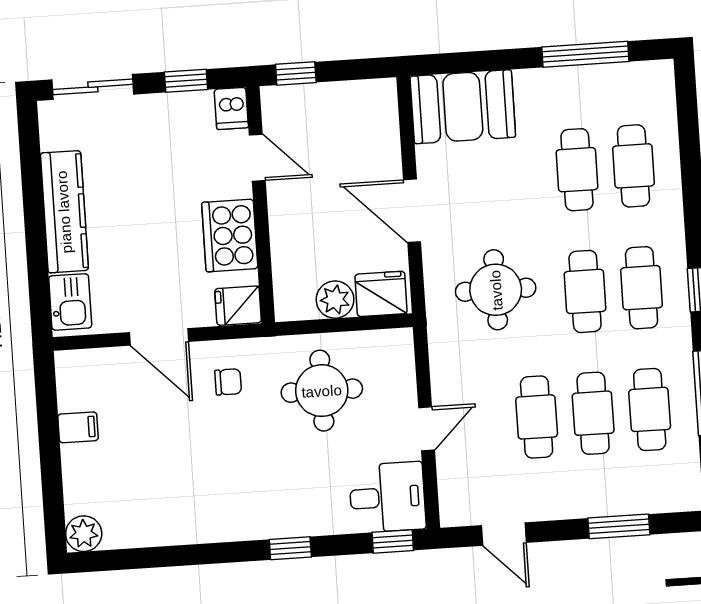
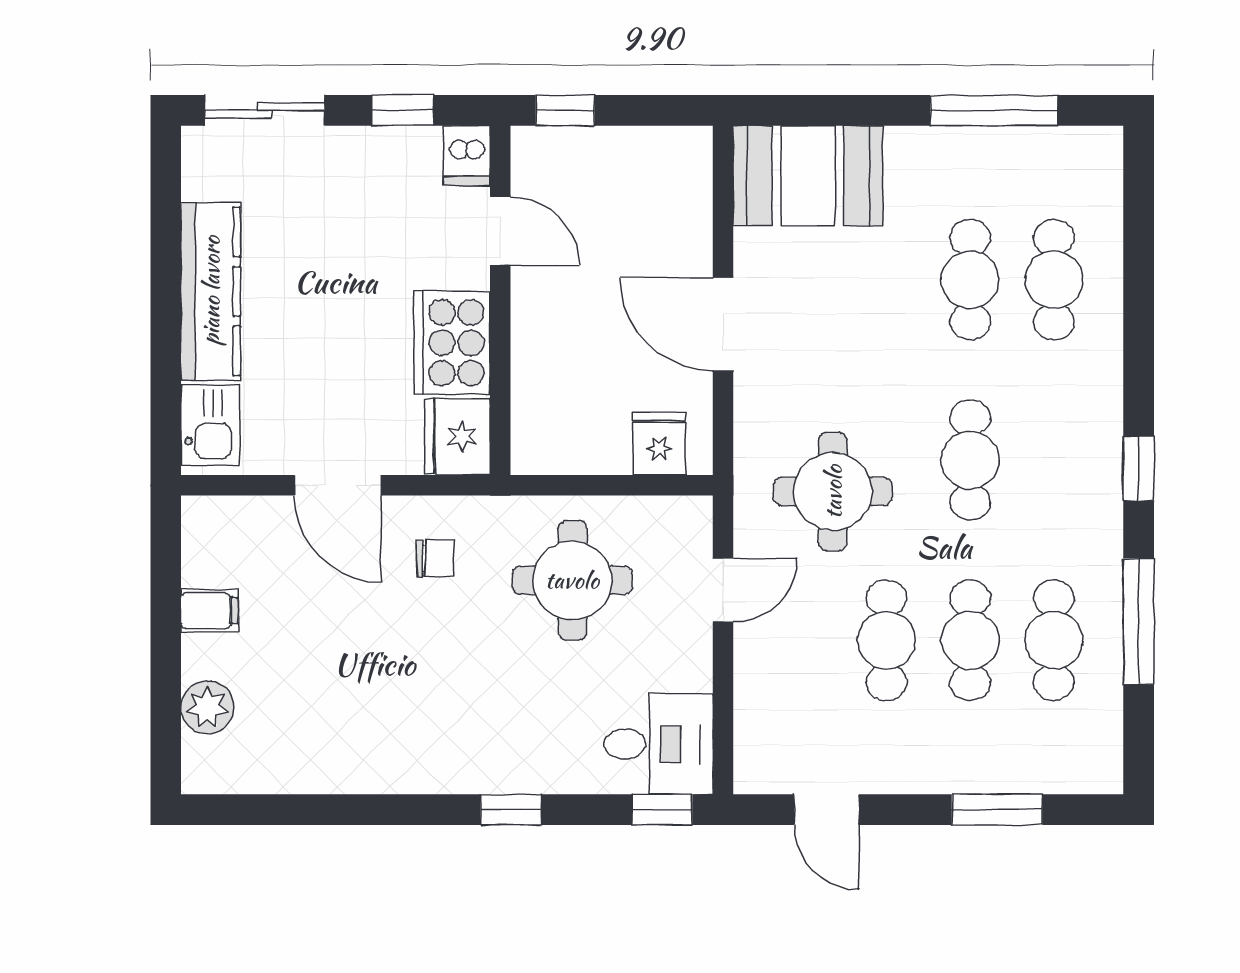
cafe table: (642, 288) -> (1054, 460), removed
round table: (496, 290) -> (833, 492), moved
fridge: (381, 294) -> (659, 444), width x0.72
plant: (335, 300) -> (601, 448), removed
fridge: (238, 306) -> (457, 436), width x1.38
door: (427, 429) -> (723, 590), moved
plant: (84, 534) -> (207, 707), moved

